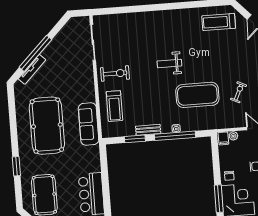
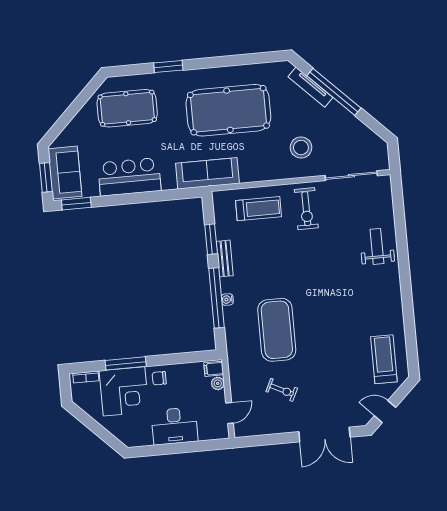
weight bench: (169, 63) -> (377, 246), moved
stool: (73, 76) -> (301, 148), added
treadmill: (114, 106) -> (259, 209), turned 180
sofa: (89, 124) -> (207, 173), moved

